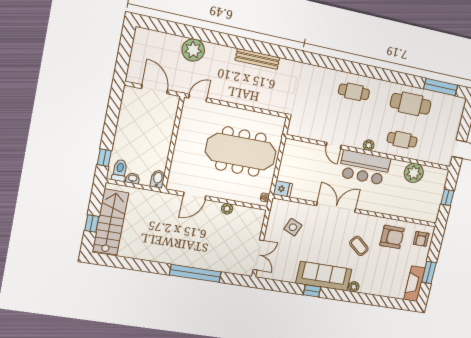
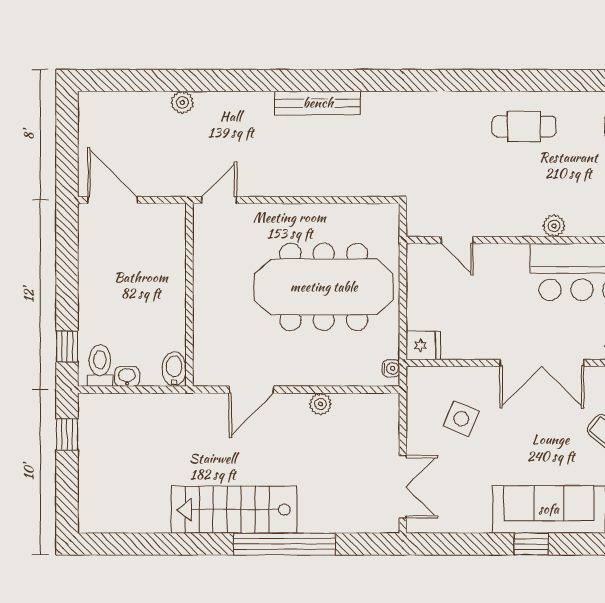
plant: (193, 50) -> (182, 102), width x0.53, depth x0.53
door: (154, 89) -> (112, 200), moved
plant: (369, 145) -> (554, 226), moved
door: (334, 146) -> (457, 240), moved
double door: (336, 207) -> (542, 363), swing flipped
stairs: (110, 222) -> (234, 510), moved, turned -90
window: (92, 224) -> (67, 435), moved

